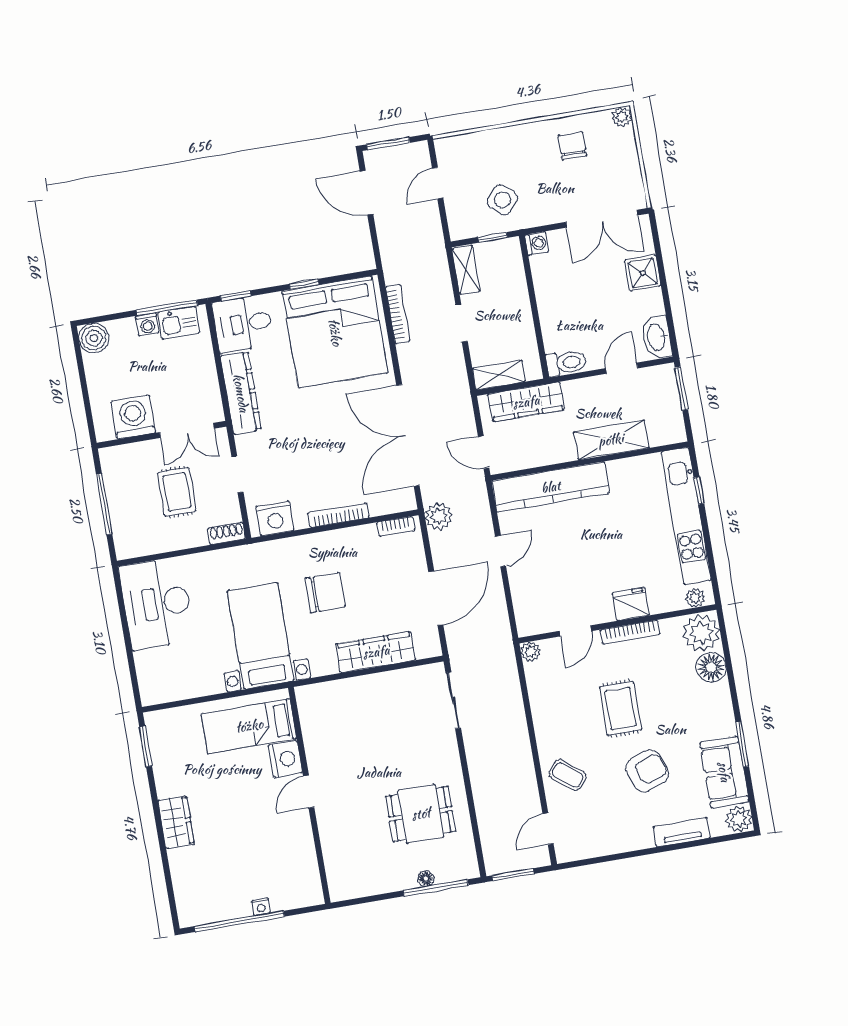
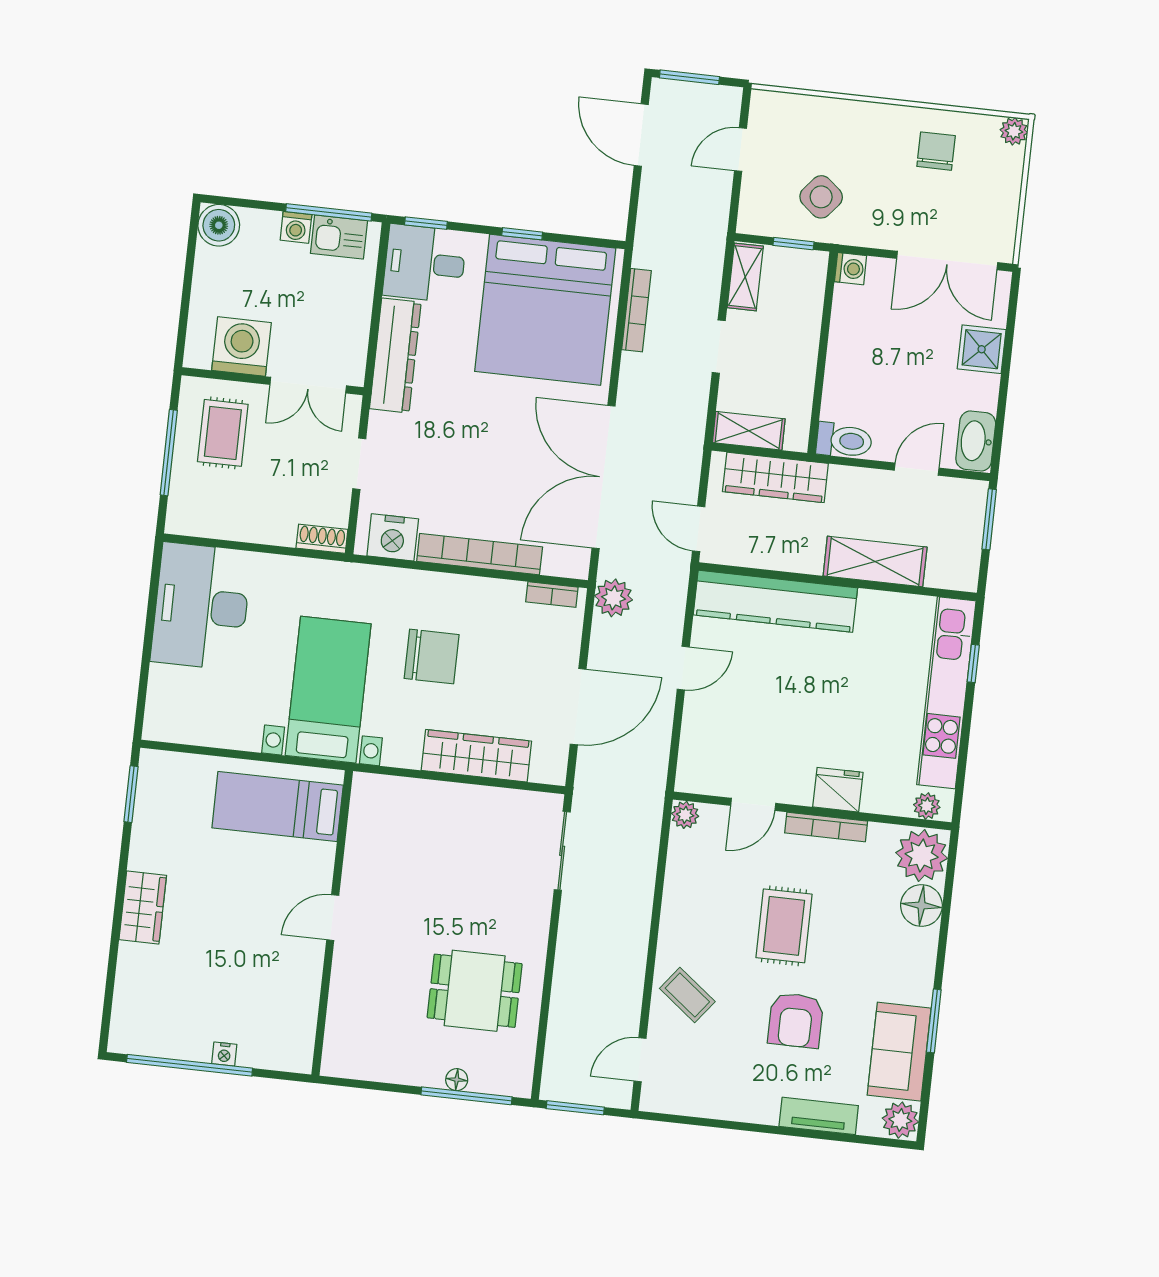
rug: (177, 492) -> (223, 433), moved
bookcase: (338, 515) -> (480, 554), width x1.48, depth x1.31
nightstand: (285, 759) -> (314, 865), removed
armchair: (647, 771) -> (796, 1020), turned 110

